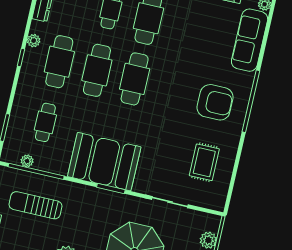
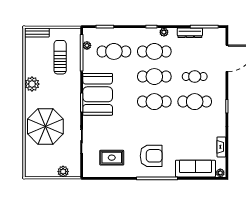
armchair: (215, 102) -> (151, 156), turned -90
cafe table: (45, 122) -> (114, 51), width x1.37, depth x1.35

